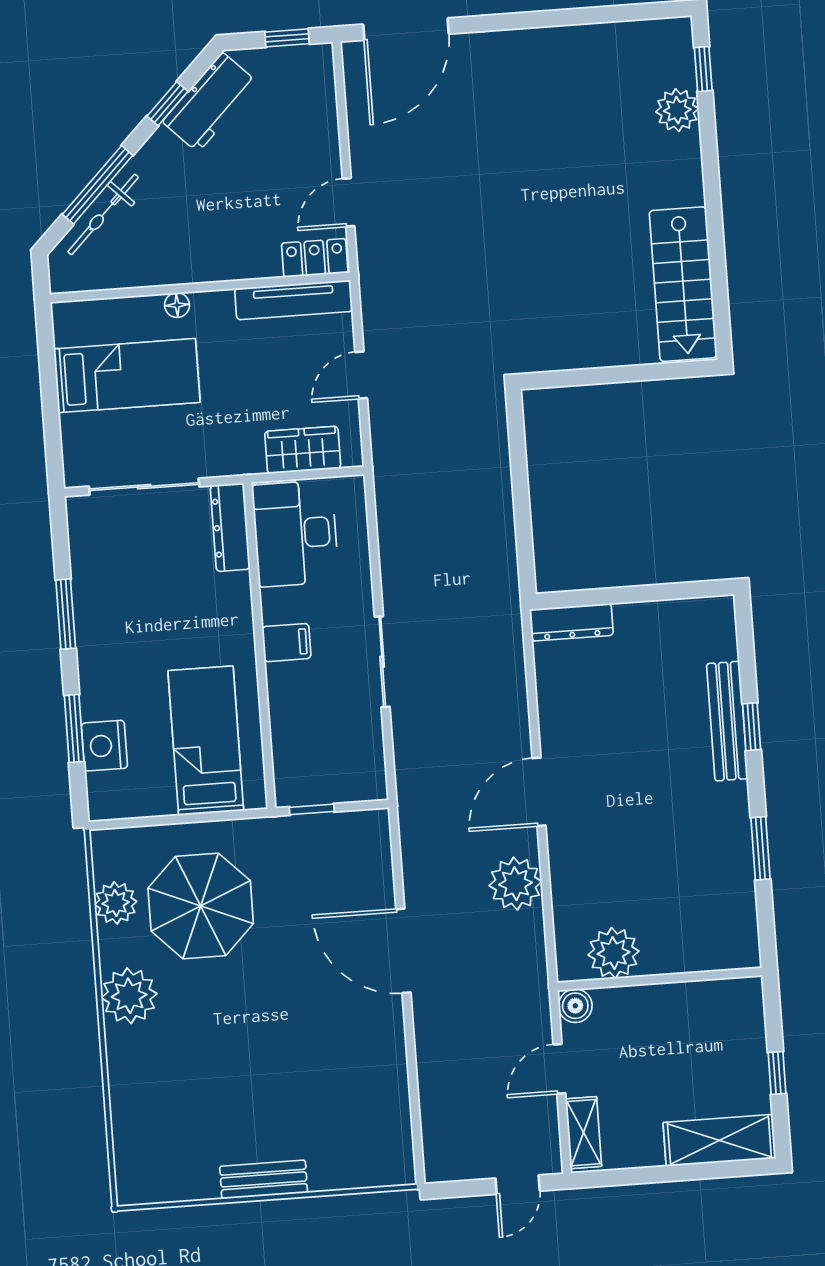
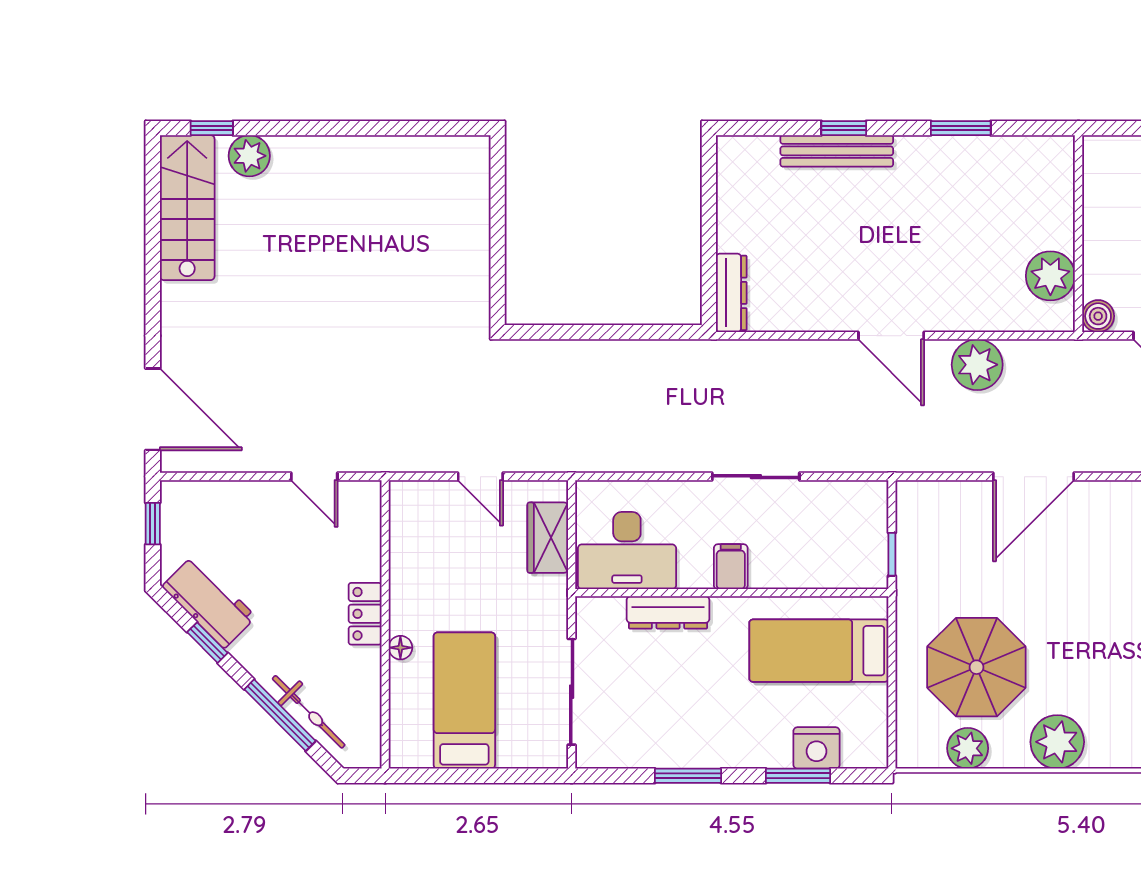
locker: (315, 258) -> (365, 614), moved
stairs: (683, 284) -> (187, 208), moved, turned -90
tv unit: (294, 300) -> (404, 536), removed
dresser: (230, 527) -> (668, 612), moved

